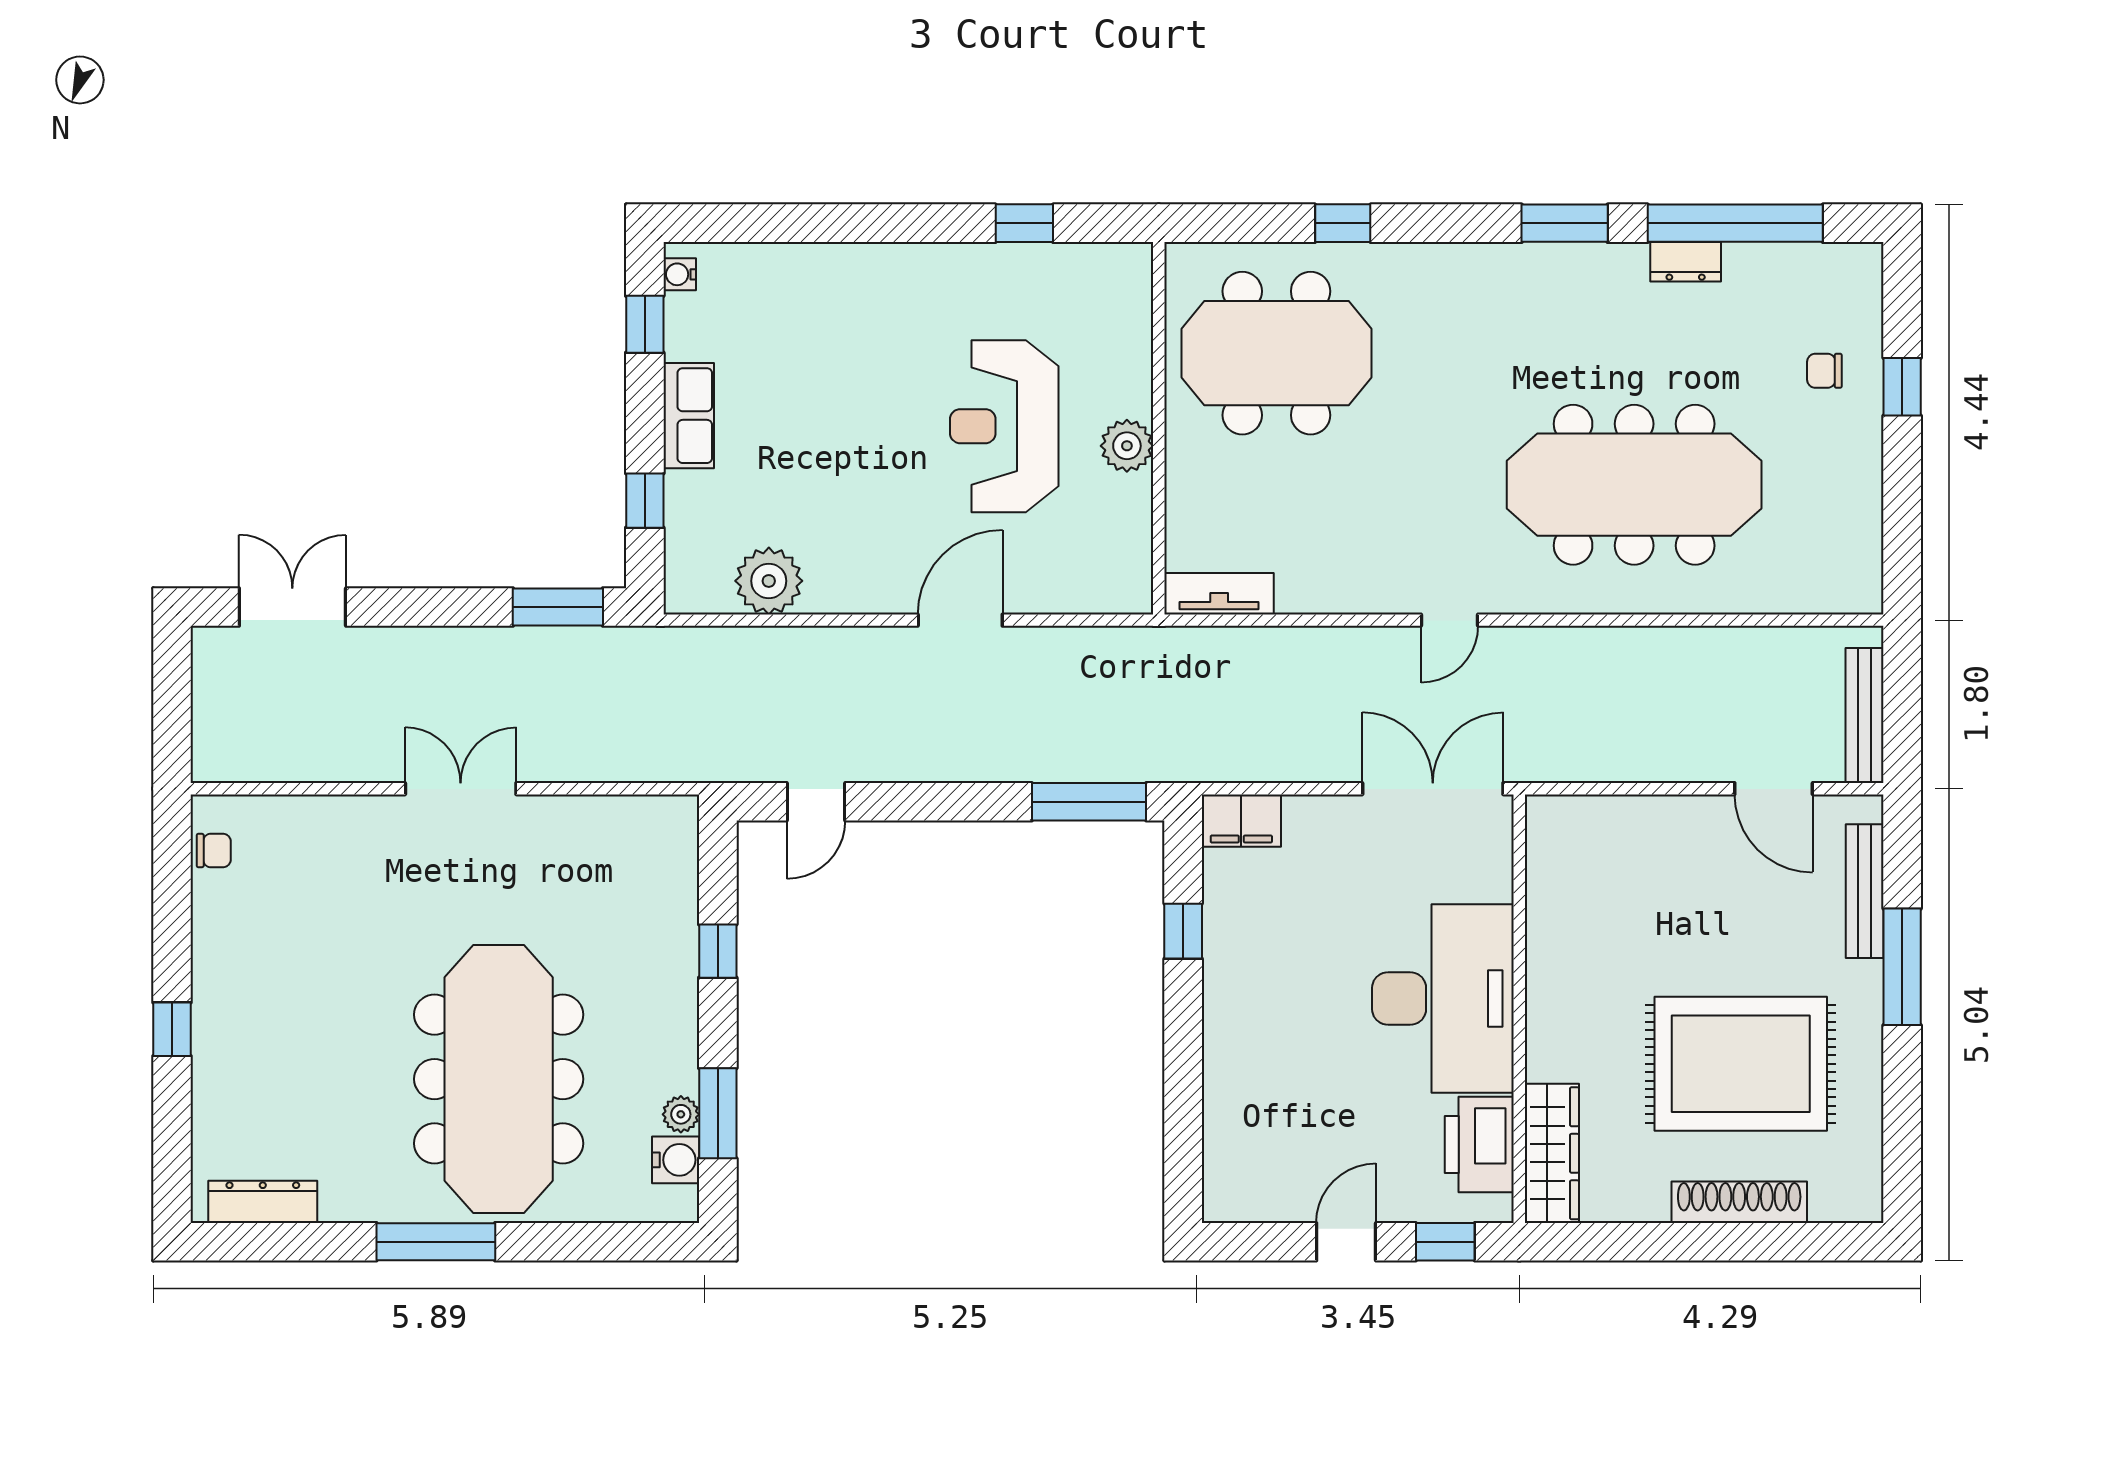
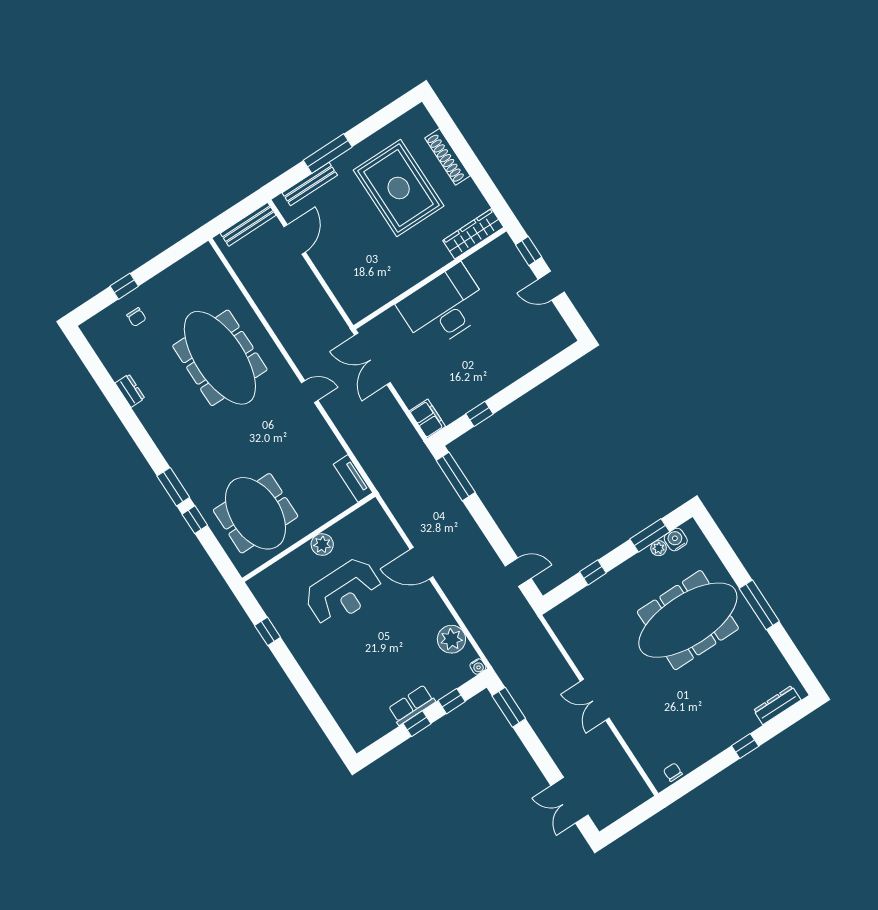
window: (1565, 223) -> (173, 487), moved
window: (1735, 223) -> (105, 382), removed
water cooler: (680, 274) -> (478, 666), moved
window: (645, 324) -> (417, 724), moved
printer: (1479, 1144) -> (487, 261), removed
dresser: (263, 1202) -> (777, 705), moved, turned 90

